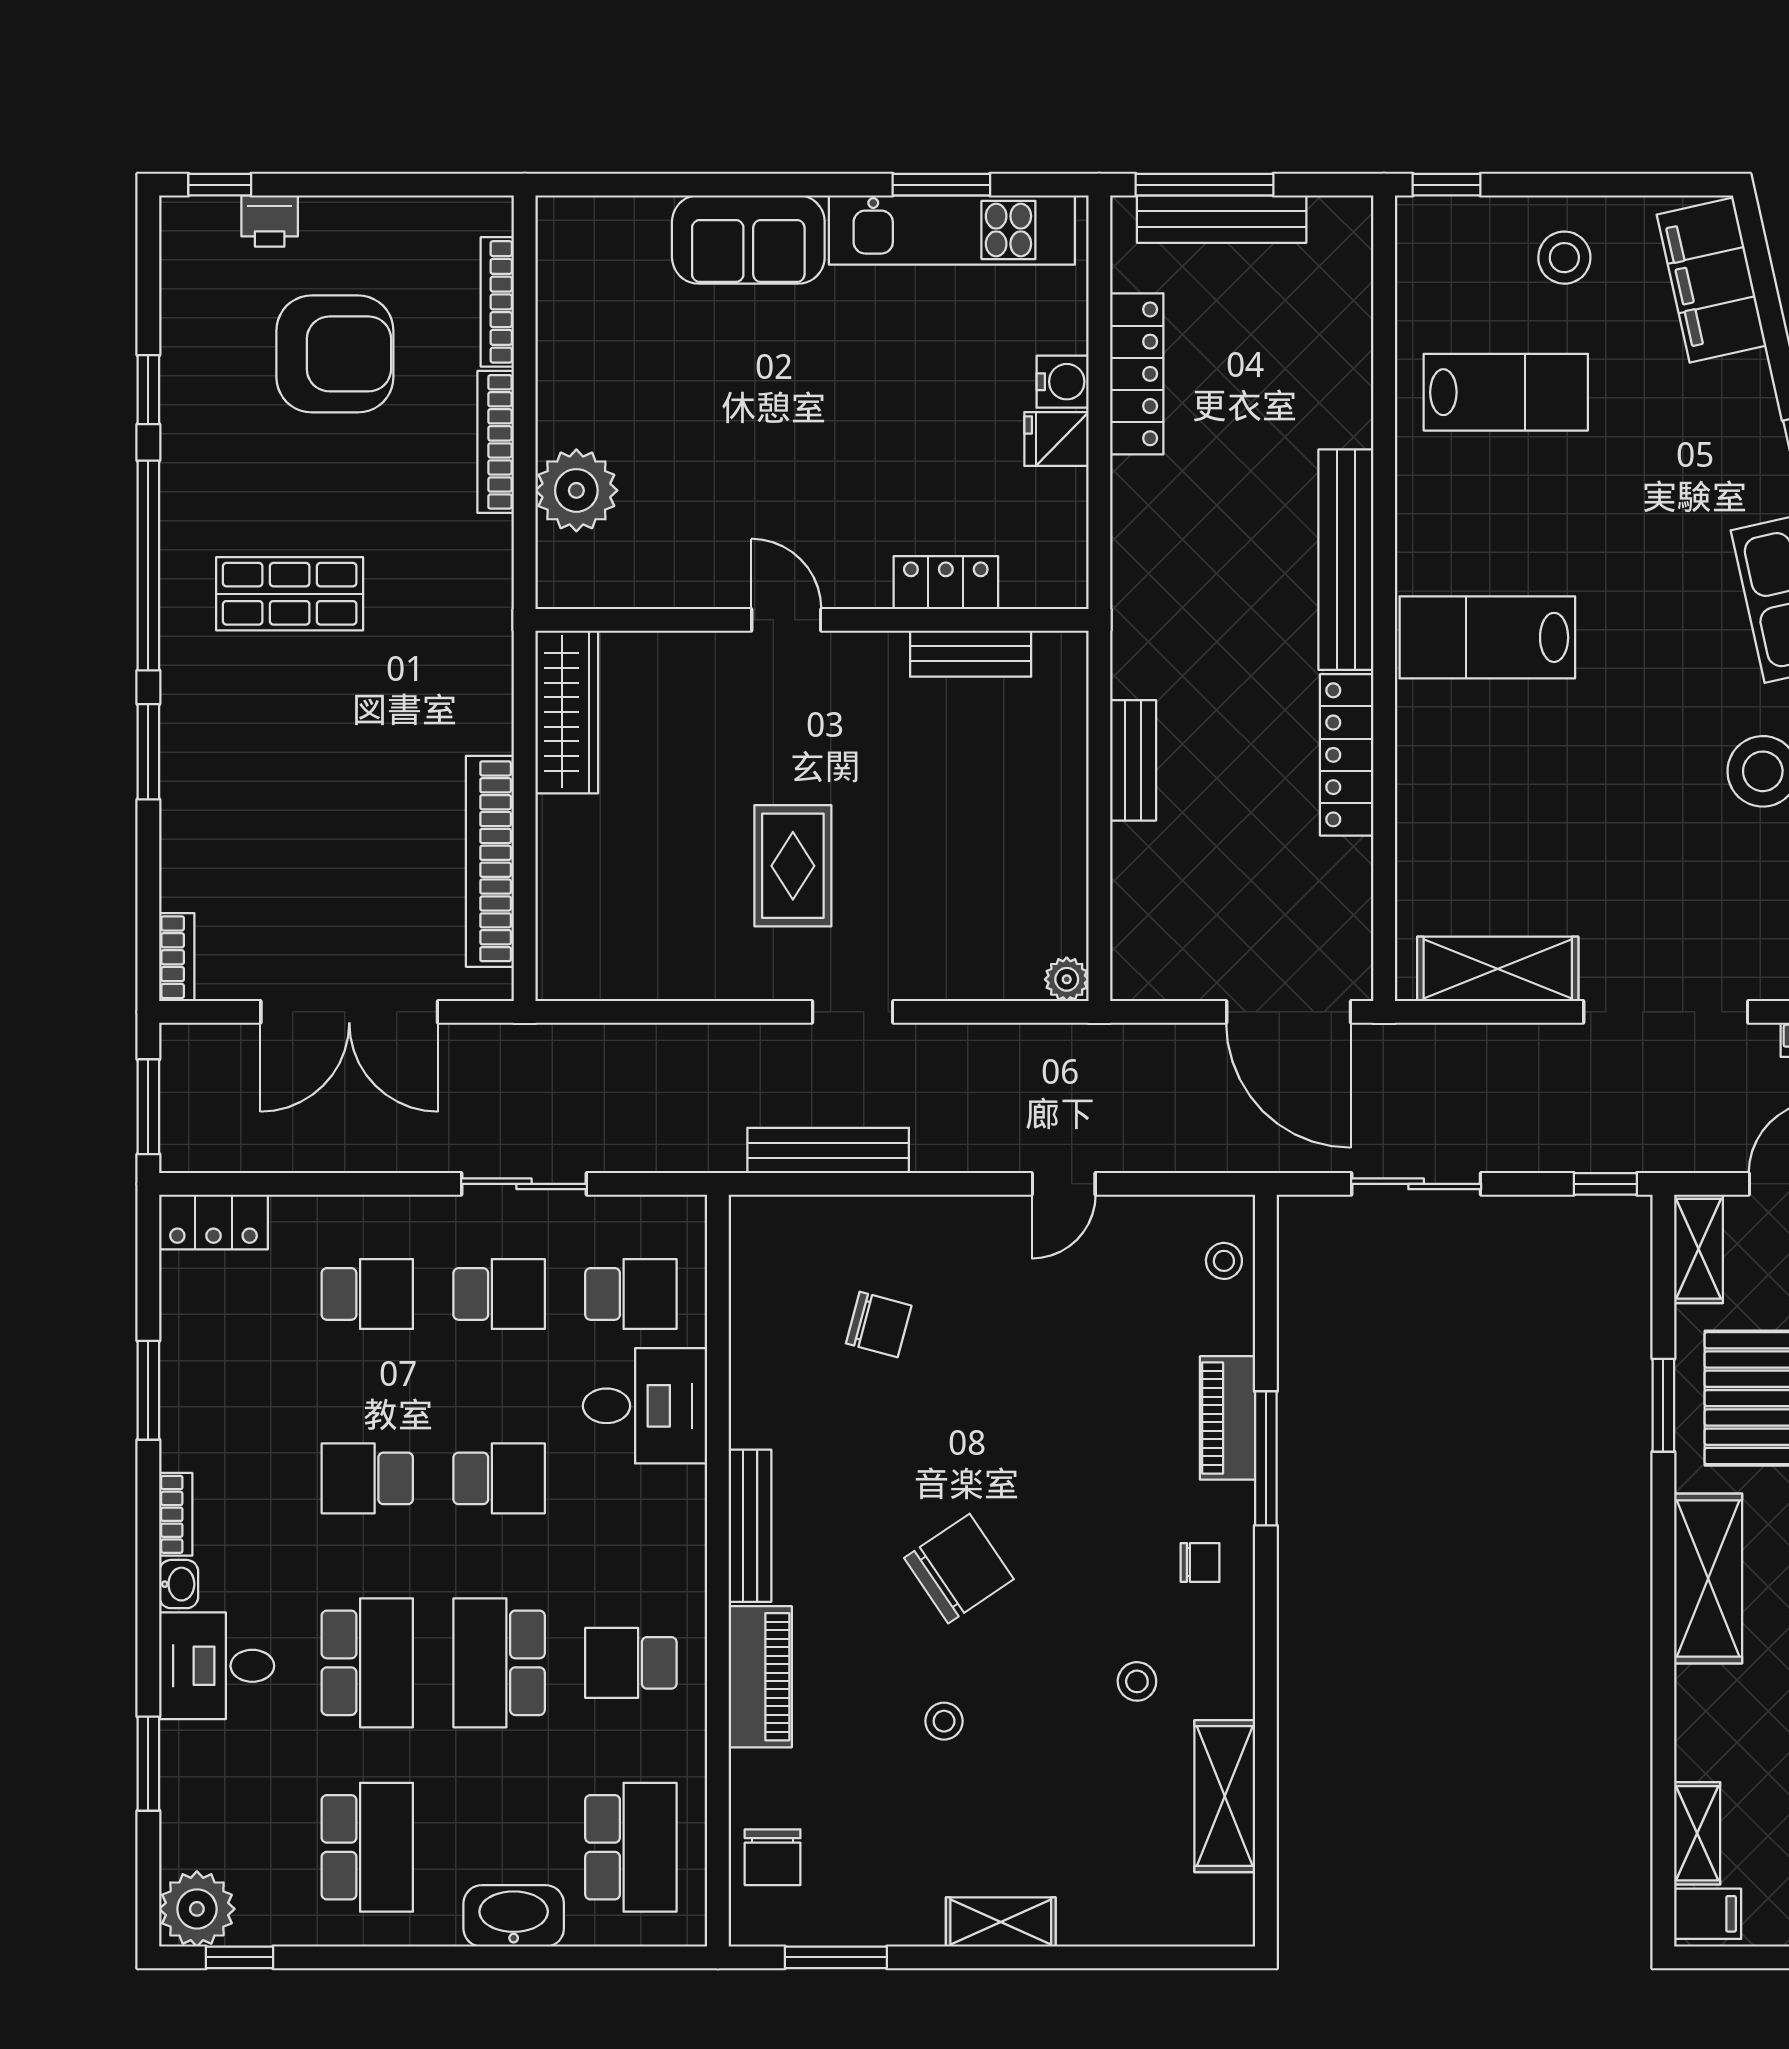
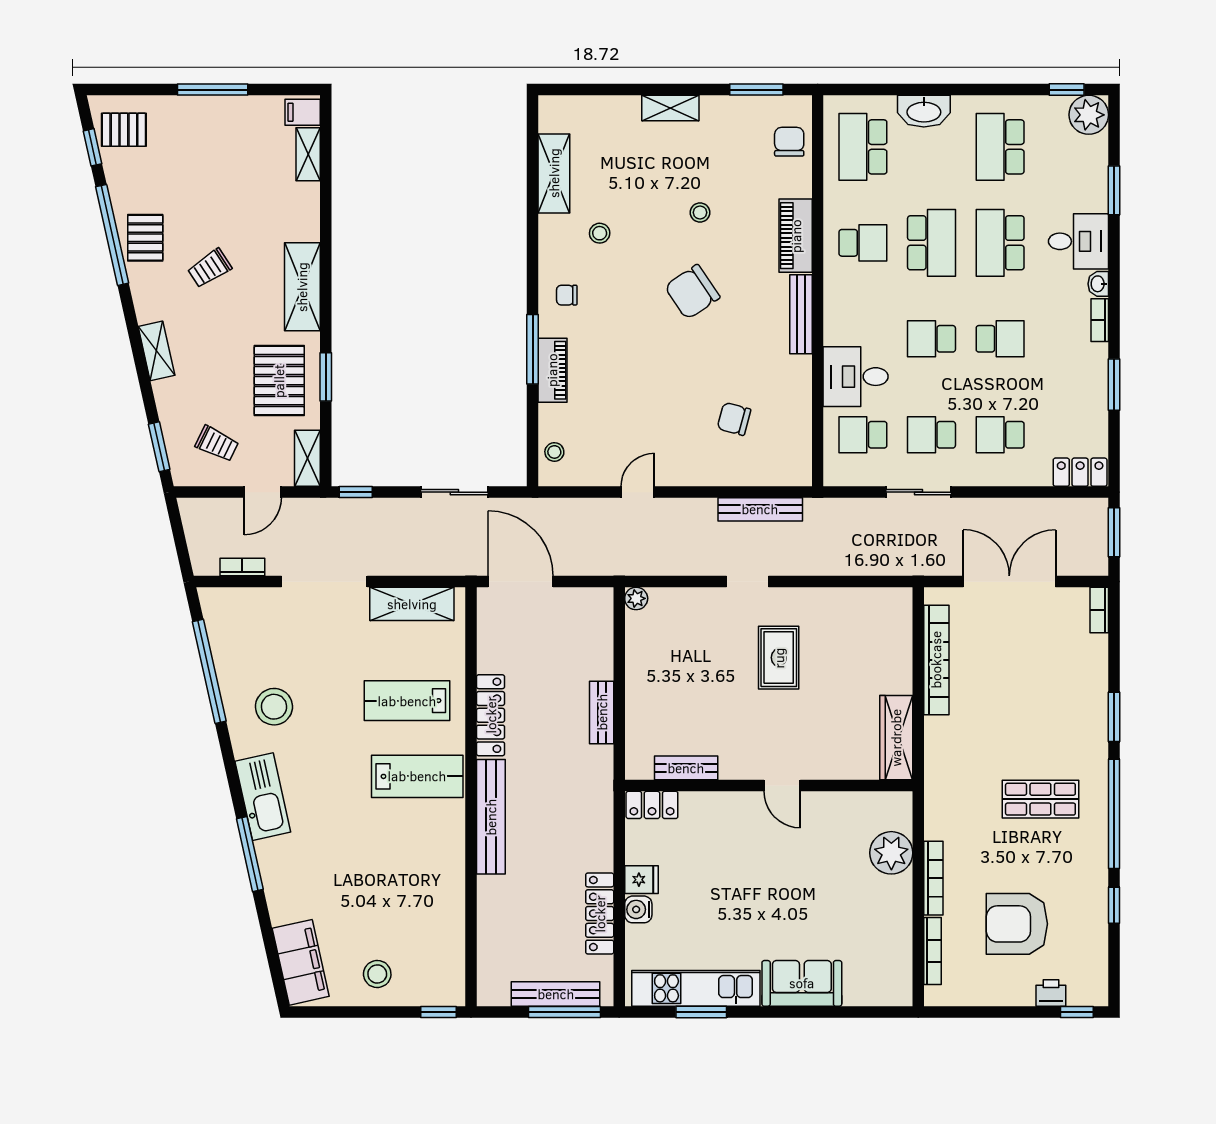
lab bench: (1506, 392) -> (407, 701), moved
locker: (946, 583) -> (652, 805), moved

